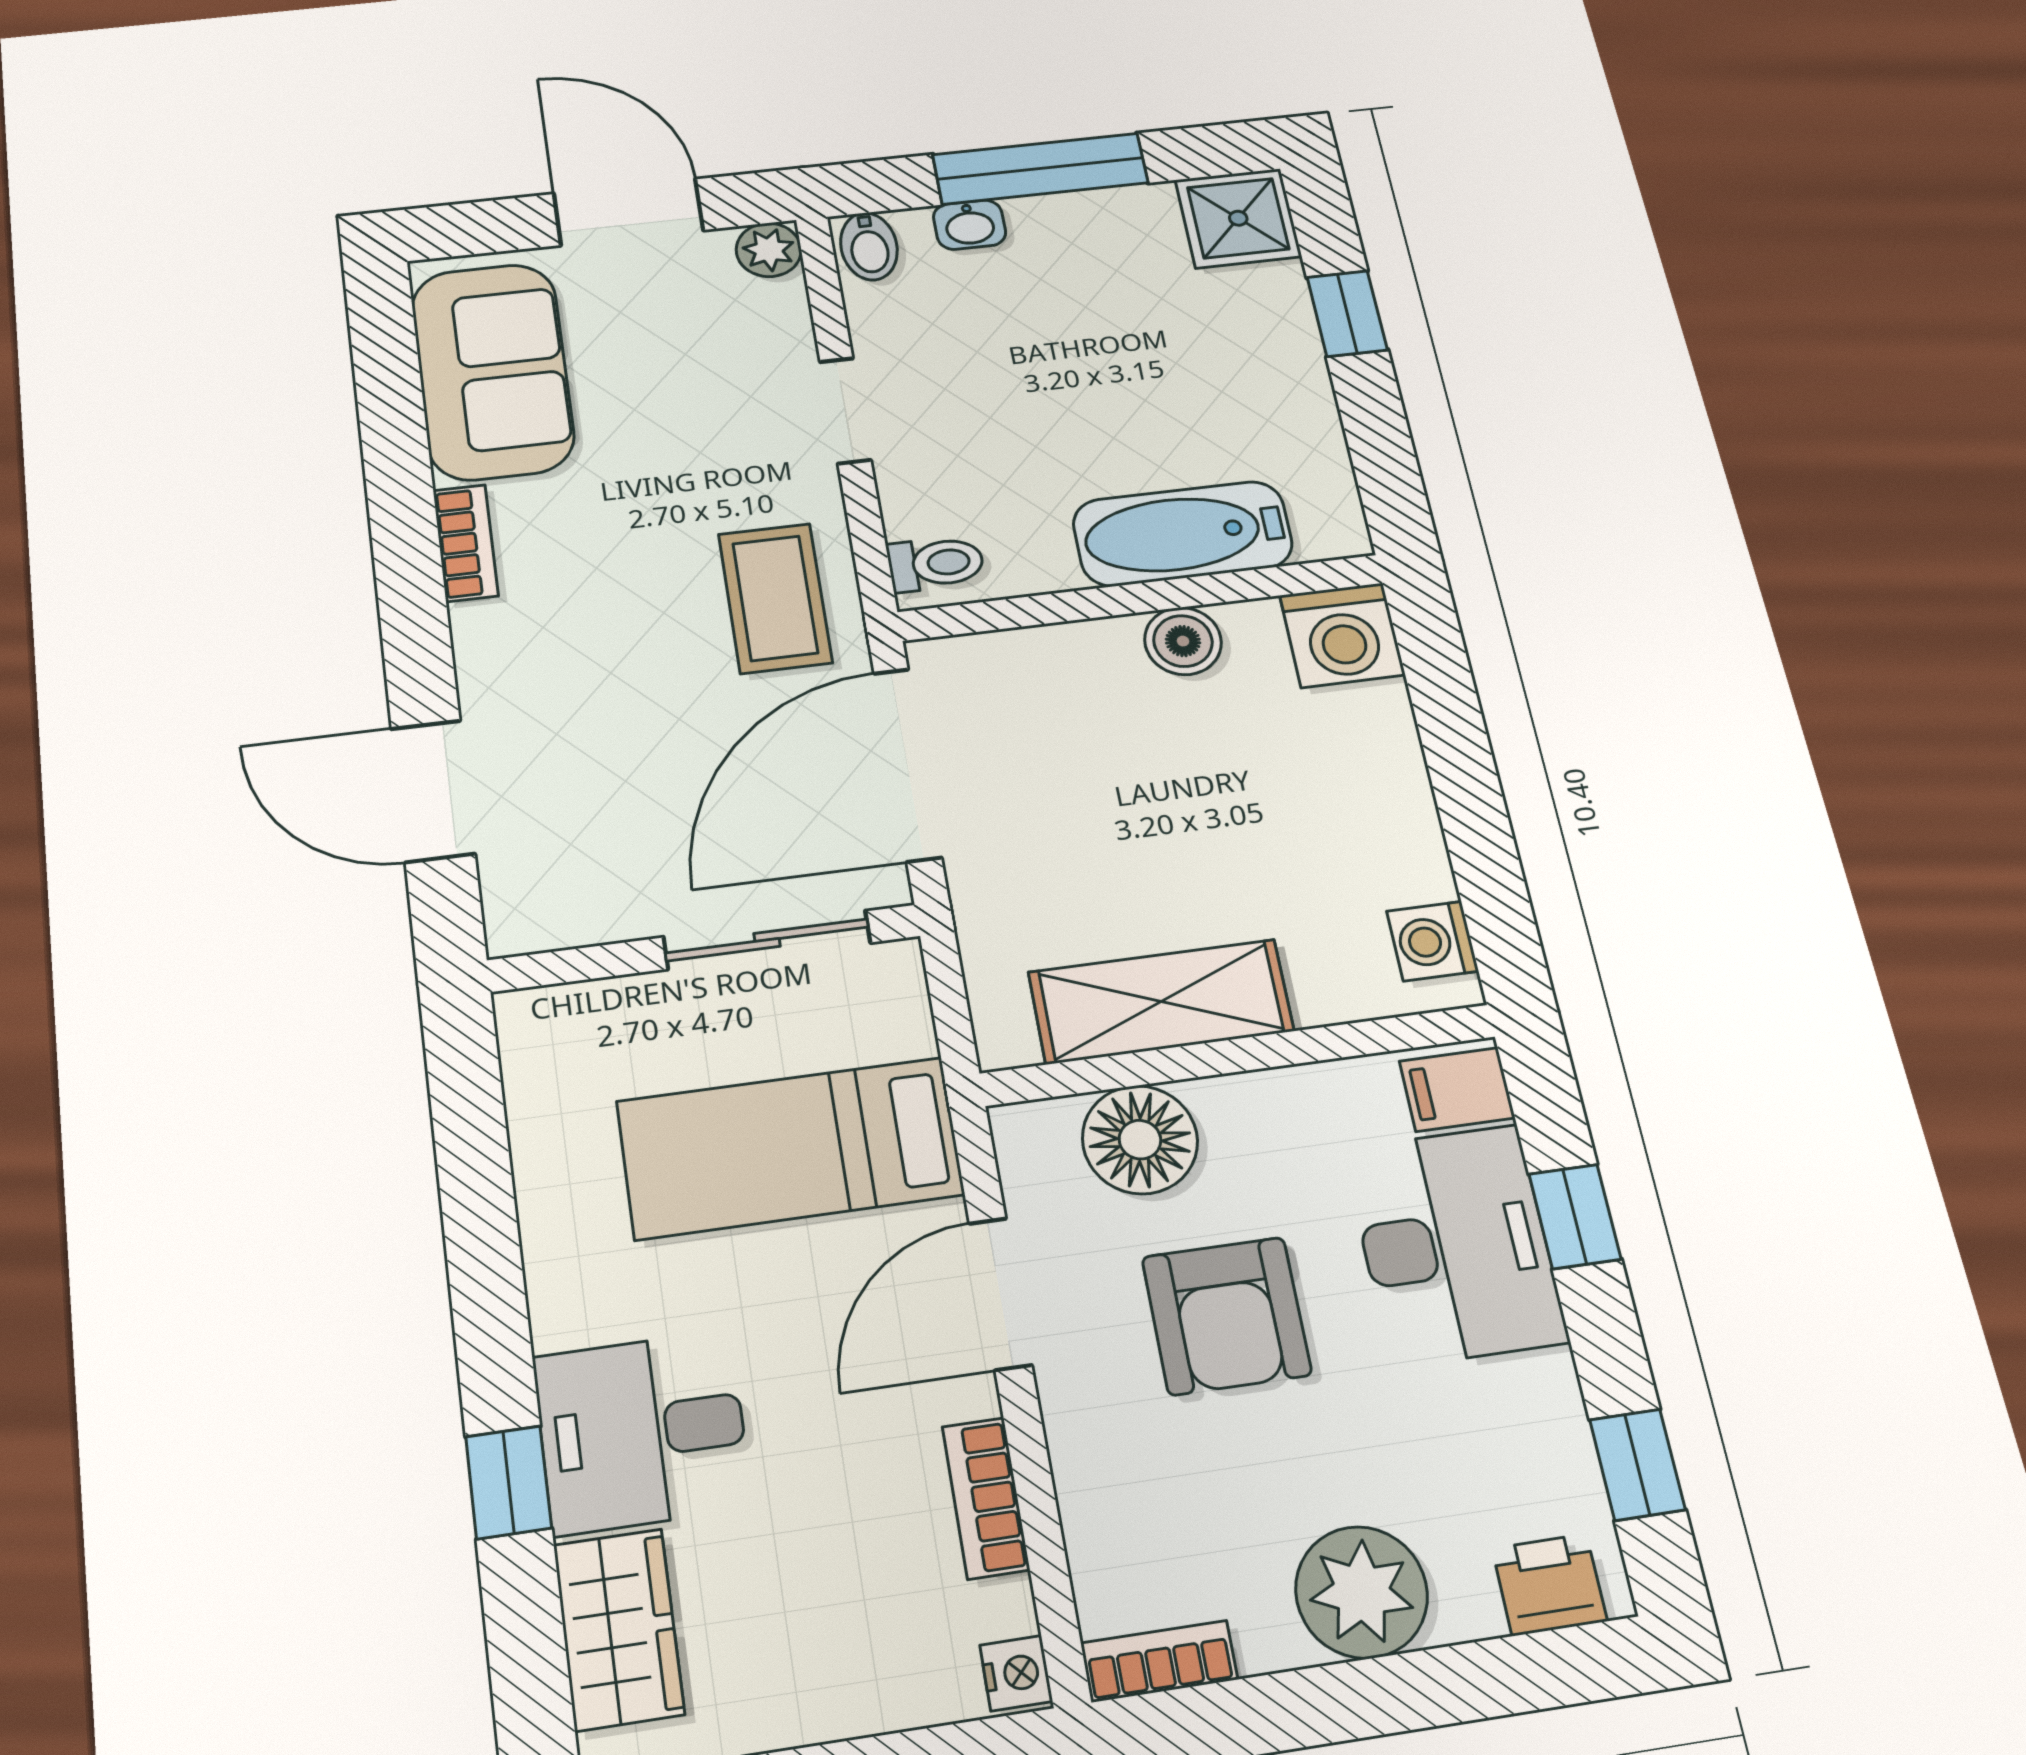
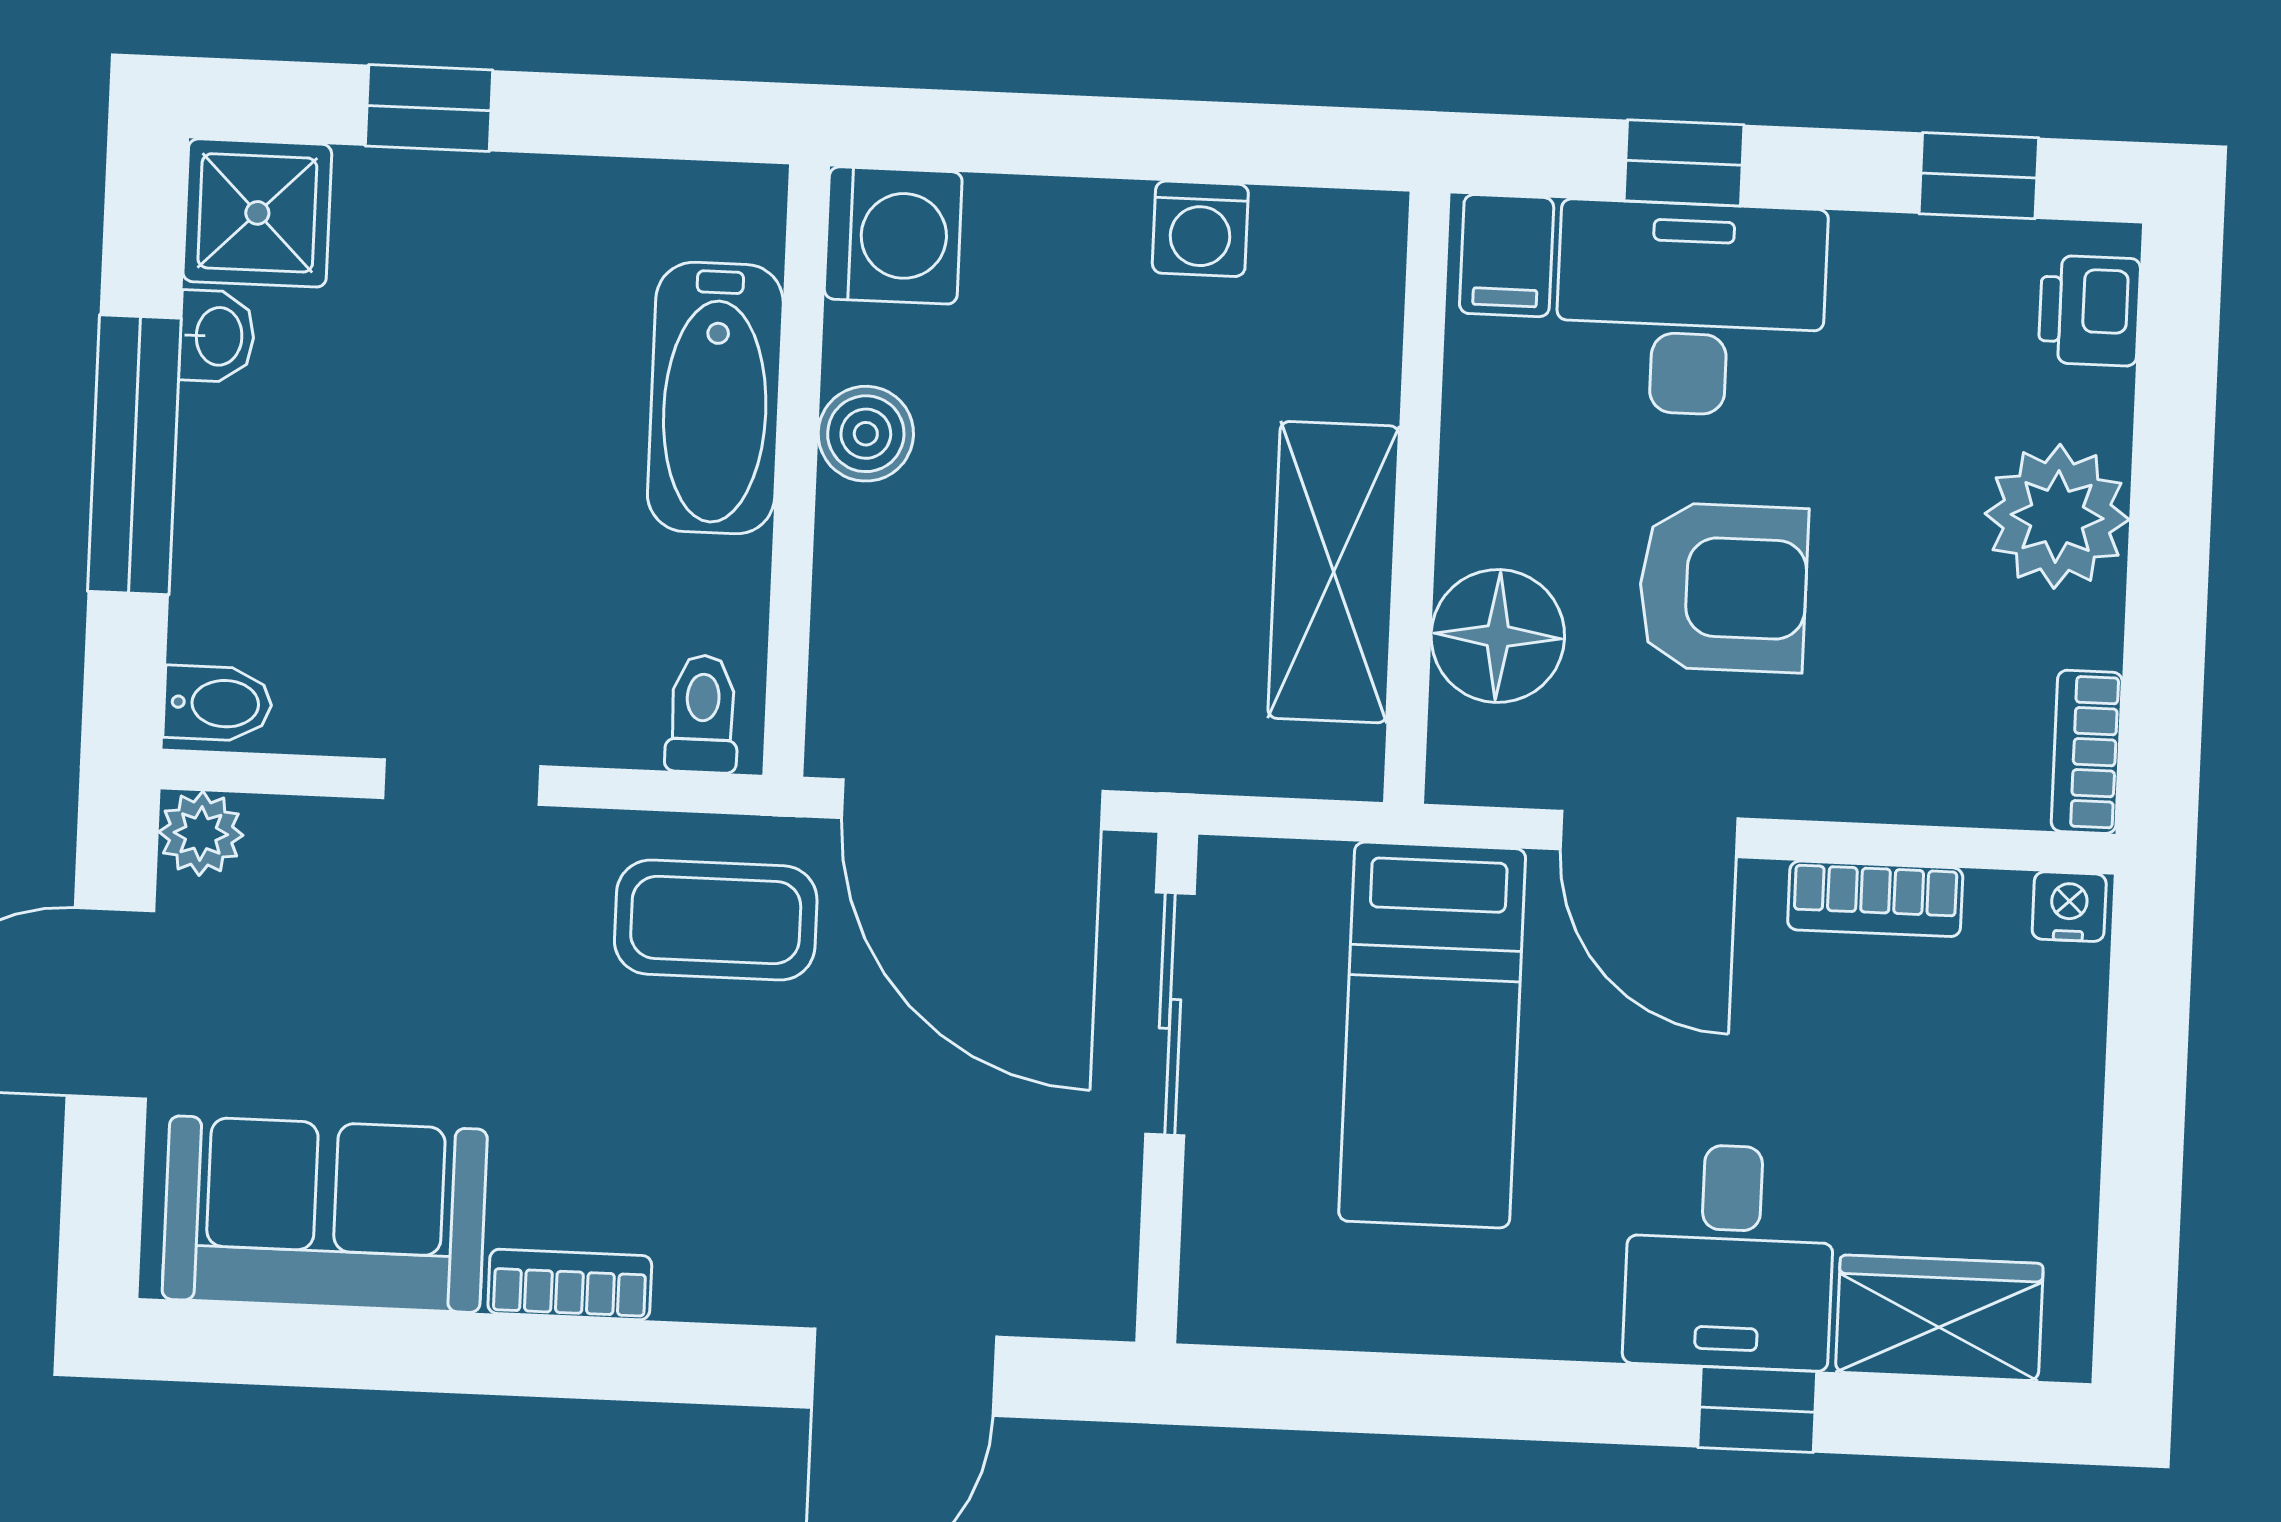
washbasin: (970, 225) -> (217, 336), moved
washing machine: (1433, 941) -> (1200, 229), moved

